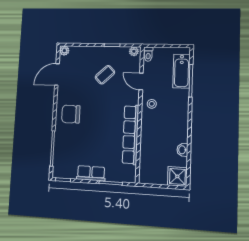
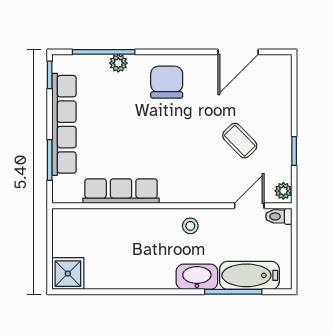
plant: (64, 51) -> (118, 63), moved
door: (57, 74) -> (238, 52), swing flipped
door: (141, 81) -> (249, 206), moved
row of seats: (131, 135) -> (121, 191), width x0.73
washbasin: (182, 150) -> (197, 277), moved, width x1.91, depth x1.45
row of seats: (91, 173) -> (64, 124), width x2.02

